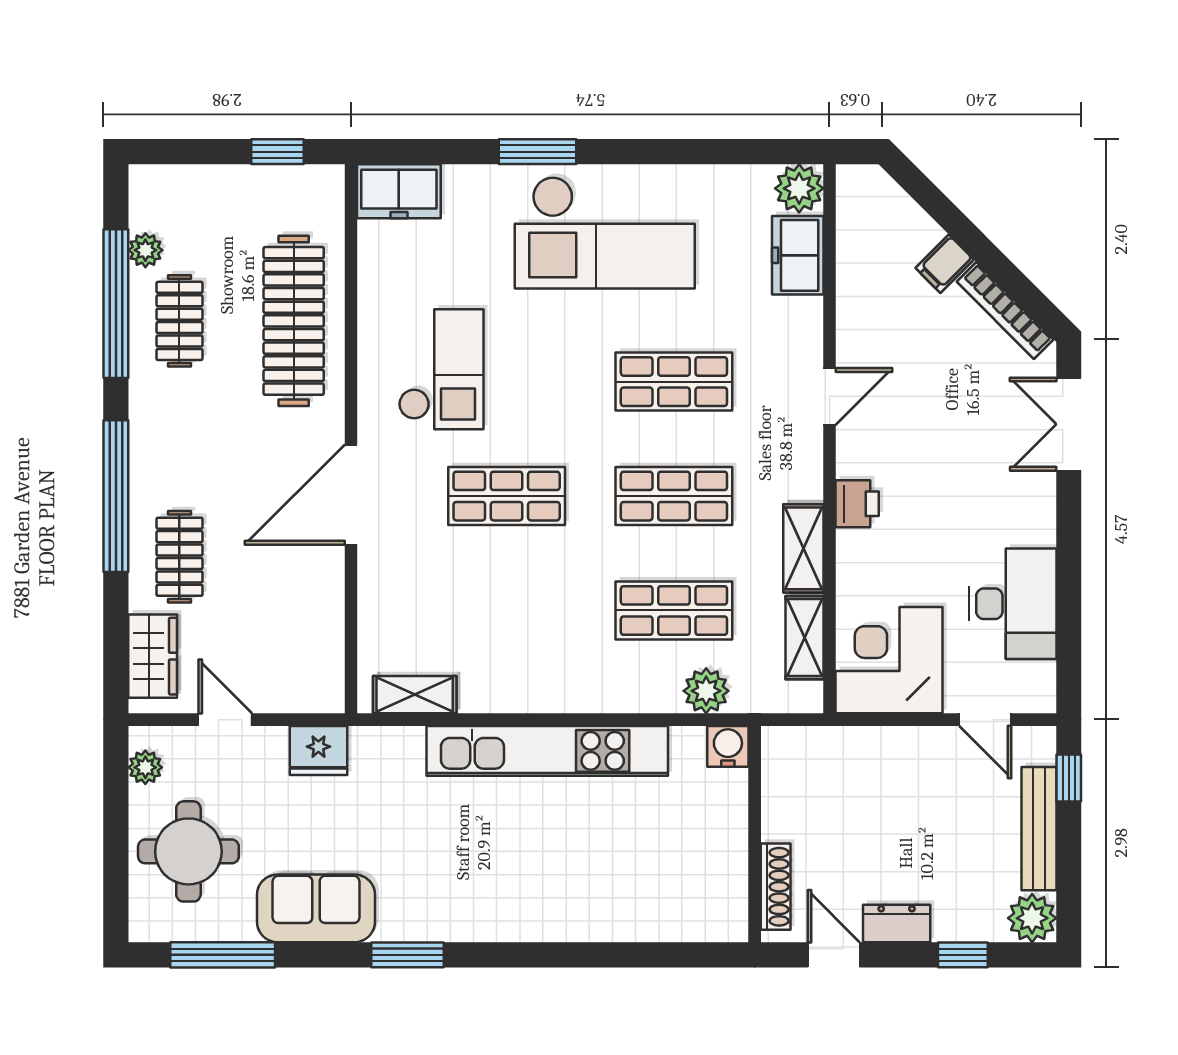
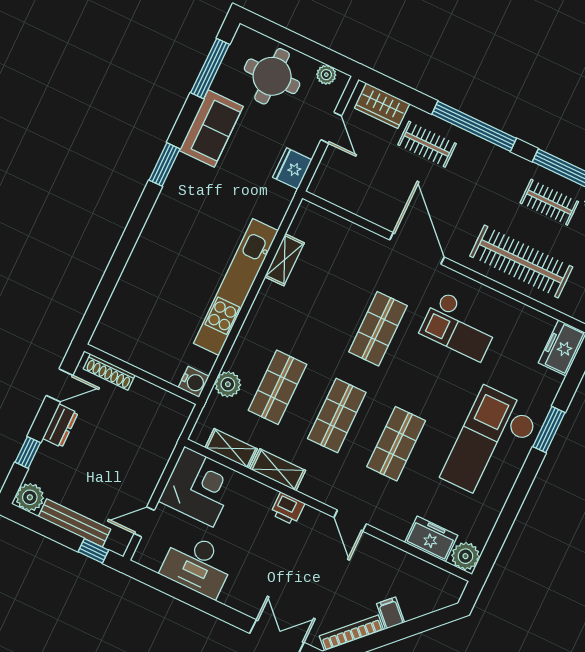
shelving: (415, 695) -> (284, 260), moved
door: (225, 720) -> (331, 128), hinge flipped

